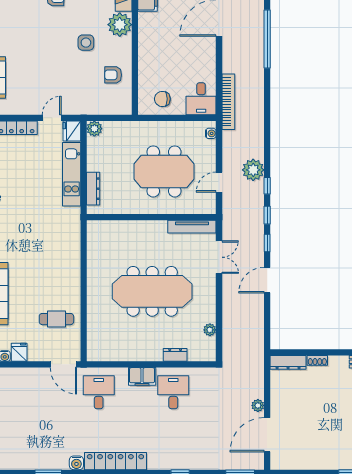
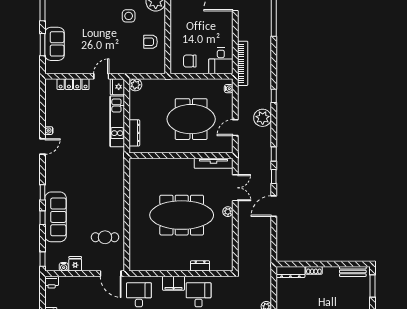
window: (267, 186) -> (274, 96), moved
plant: (210, 330) -> (228, 212), moved

